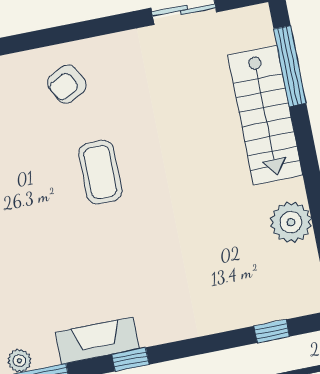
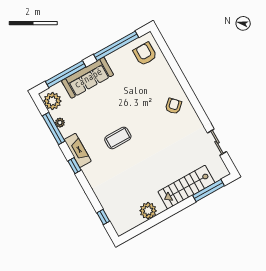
armchair: (67, 84) -> (173, 106), turned 75
coffee table: (100, 172) -> (118, 138), moved

